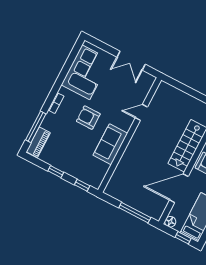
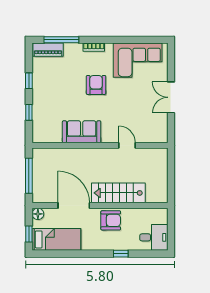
door: (141, 112) -> (127, 145), moved
wall: (130, 135) -> (100, 145), moved
sofa: (110, 144) -> (82, 132), moved

